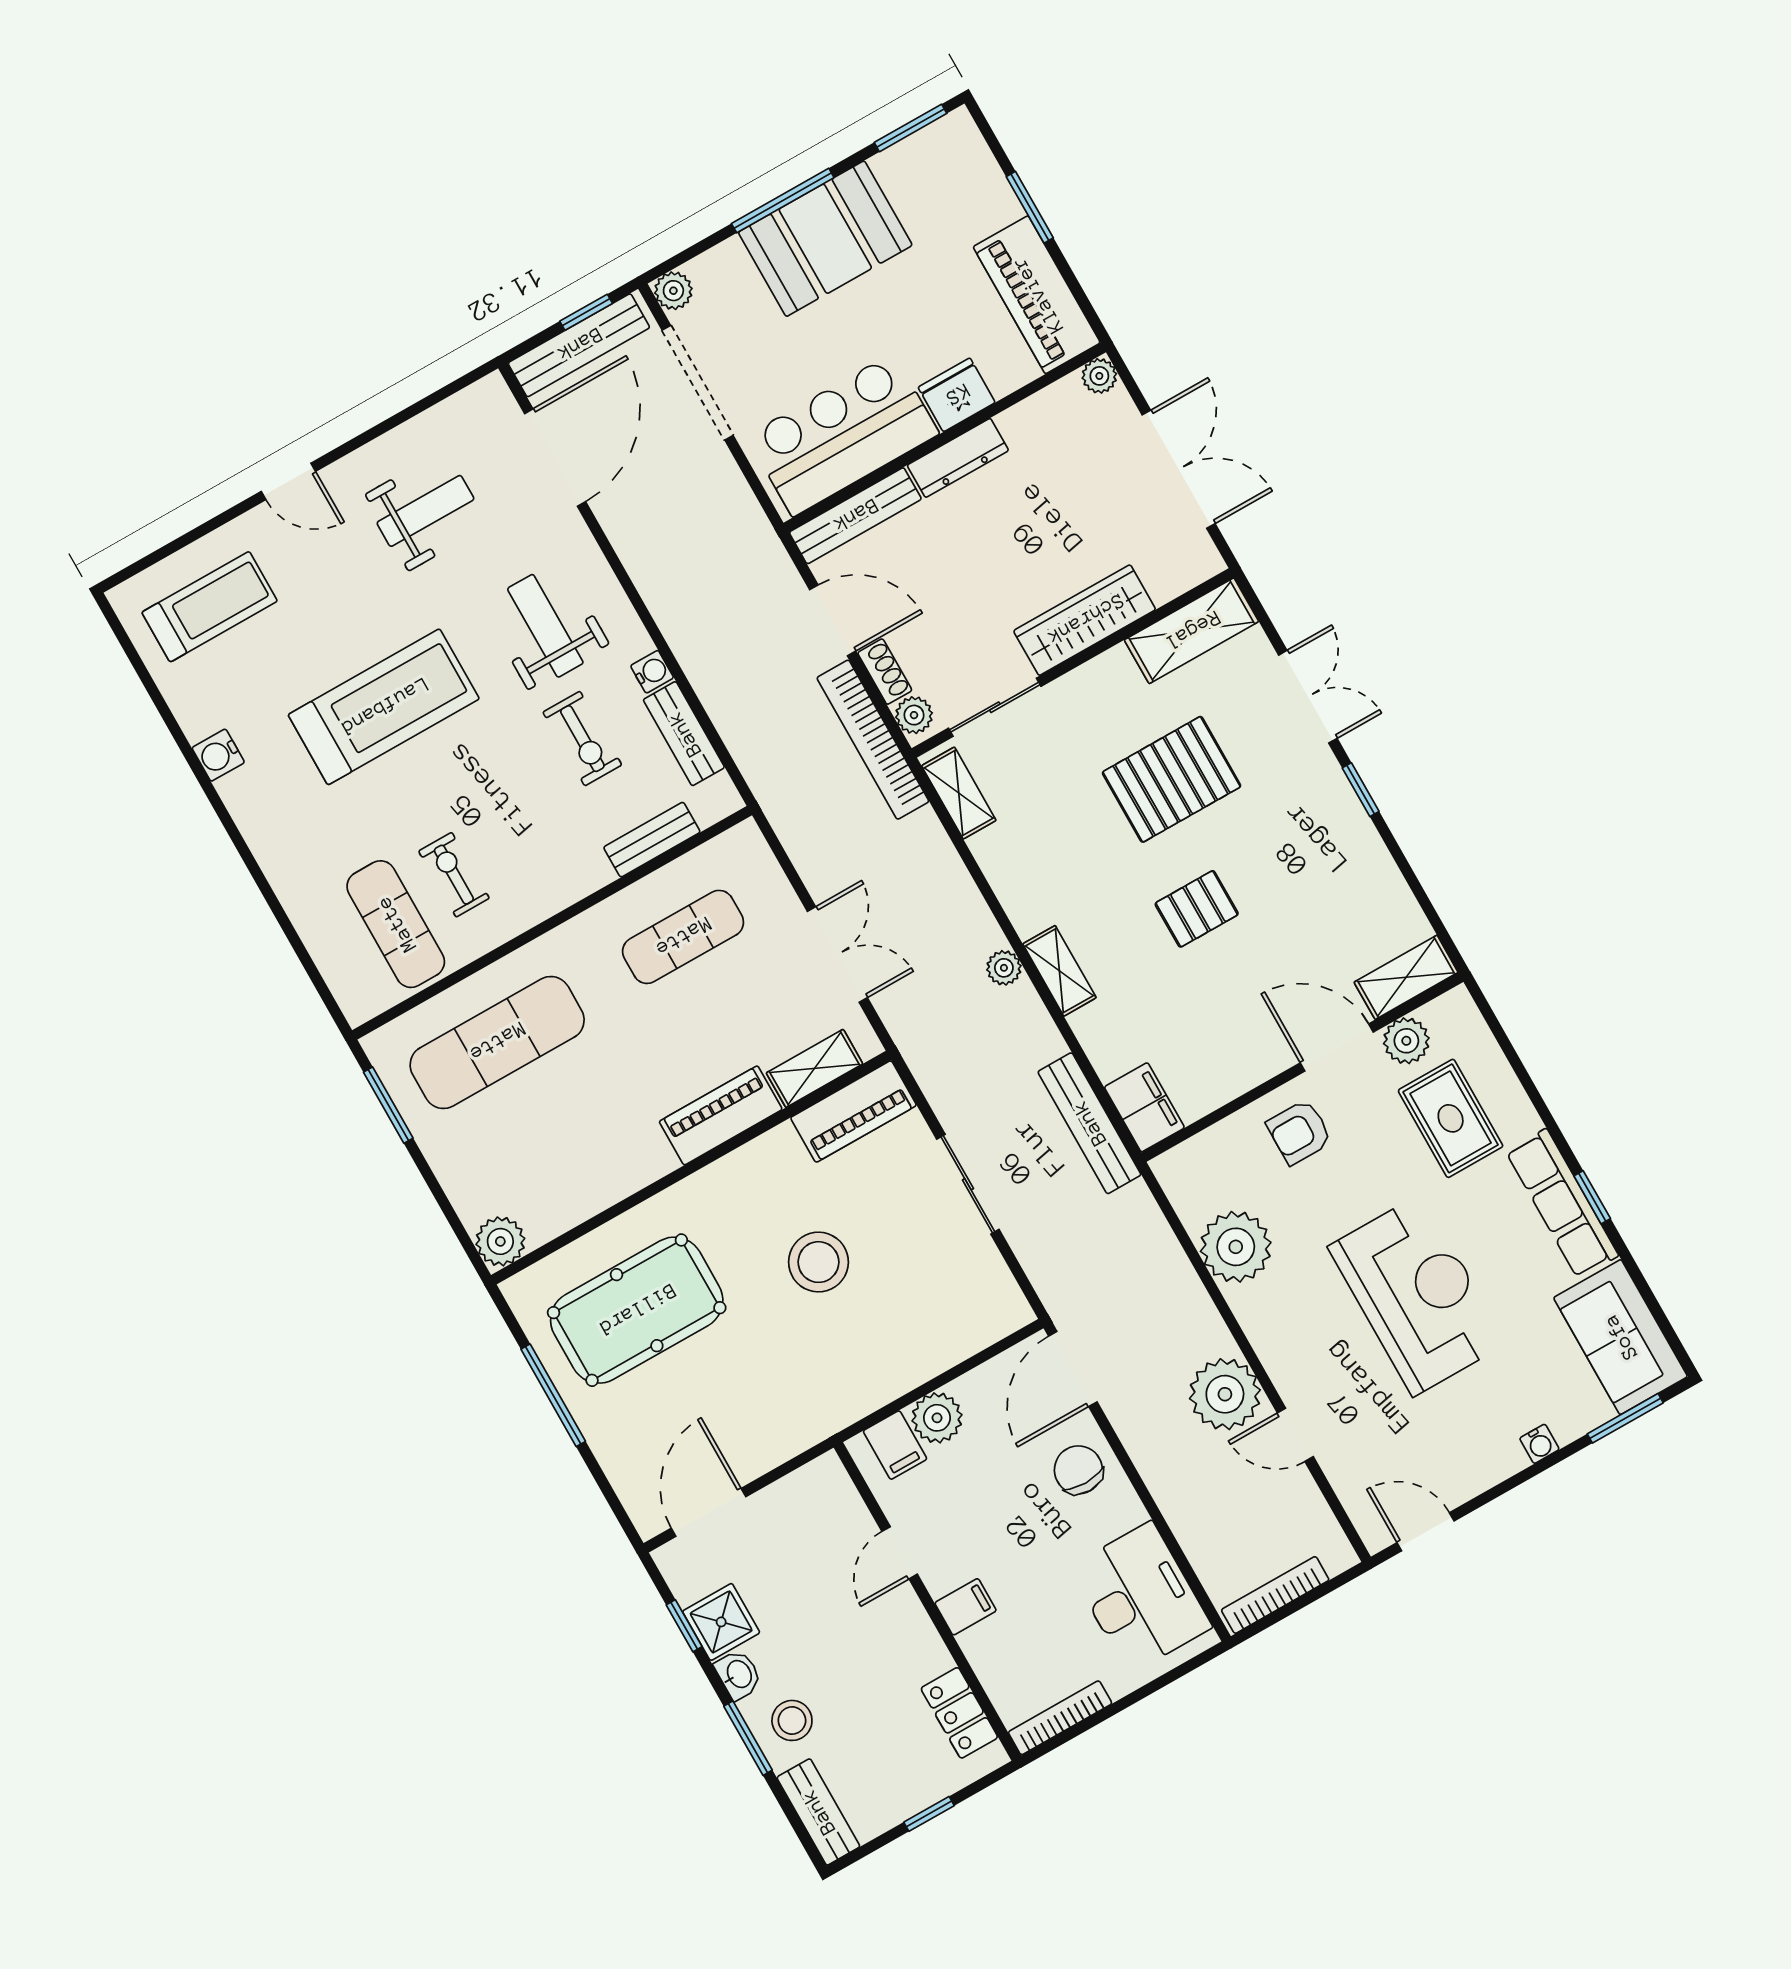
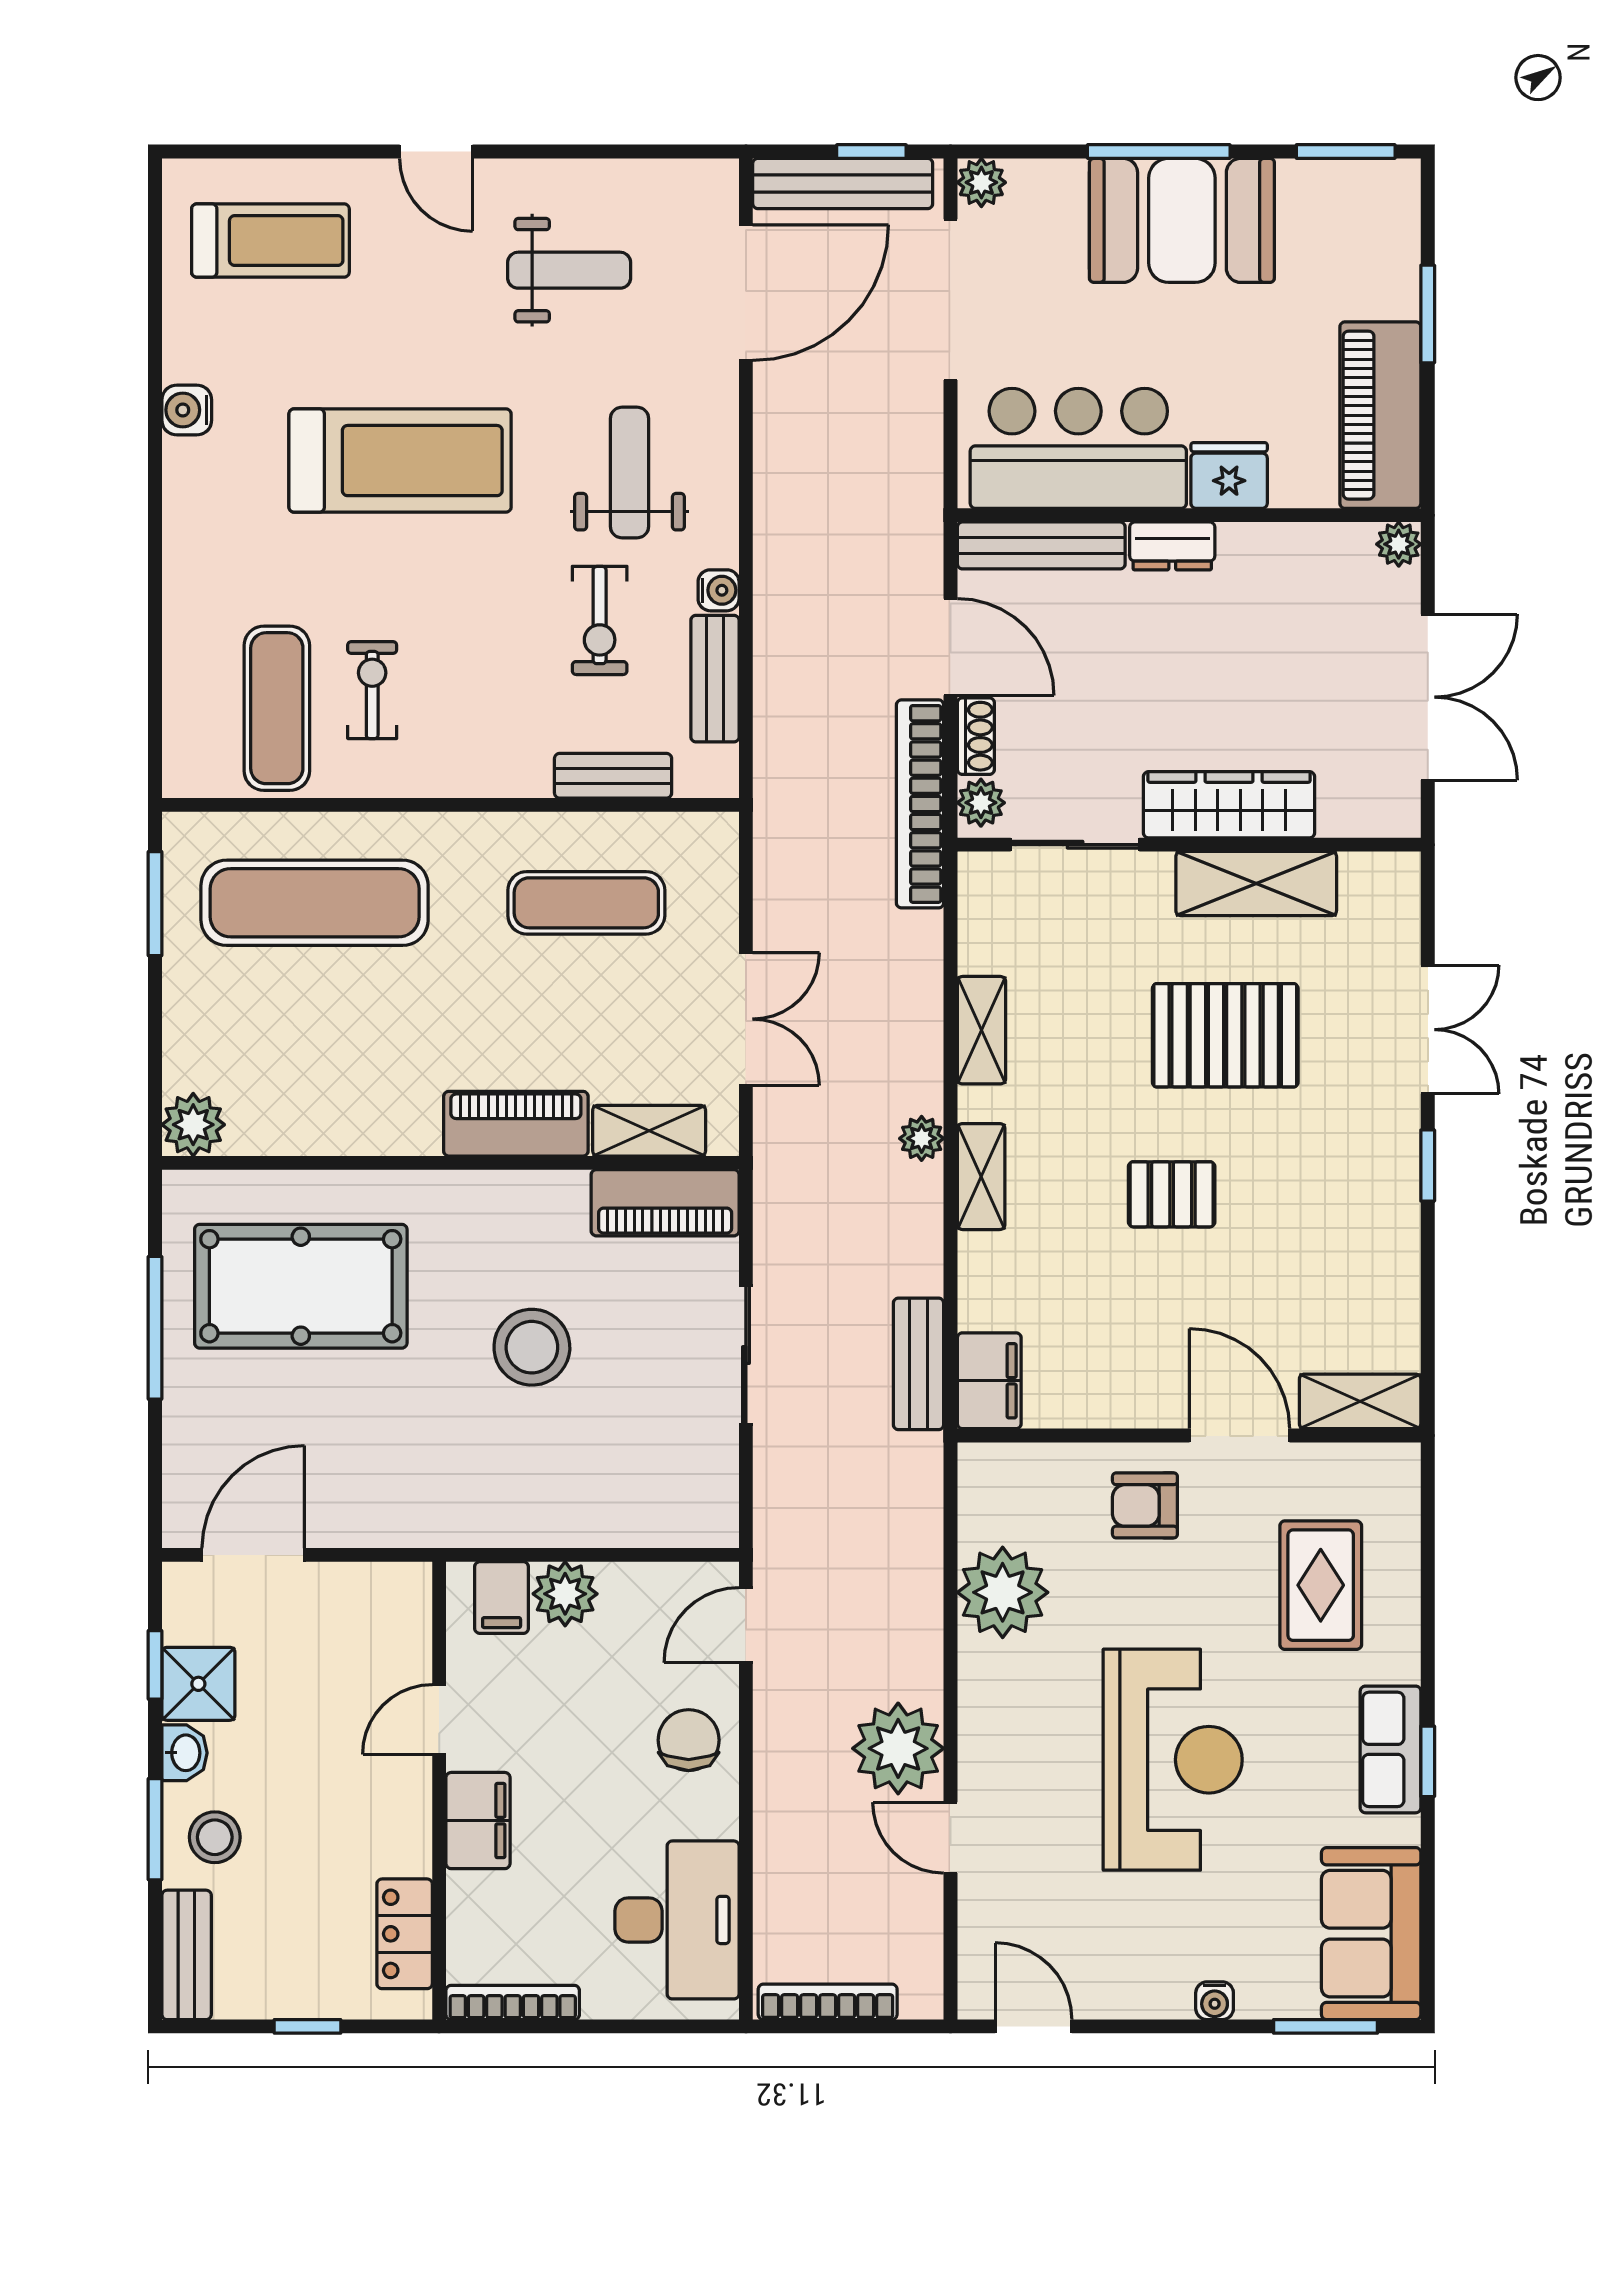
dresser: (958, 458) -> (1172, 546), width x0.70
shelving: (1192, 631) -> (1256, 884), moved
shelving: (959, 793) -> (981, 1030), moved
plant: (1406, 1041) -> (1321, 1472), removed
bench: (1089, 1123) -> (918, 1364), width x0.73
row of seats: (1562, 1204) -> (1391, 1749), width x0.68
door: (1073, 1369) -> (746, 1625), width x0.73
filing cabinet: (966, 1607) -> (478, 1821), width x2.00

